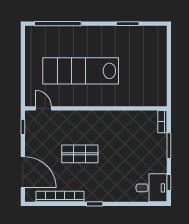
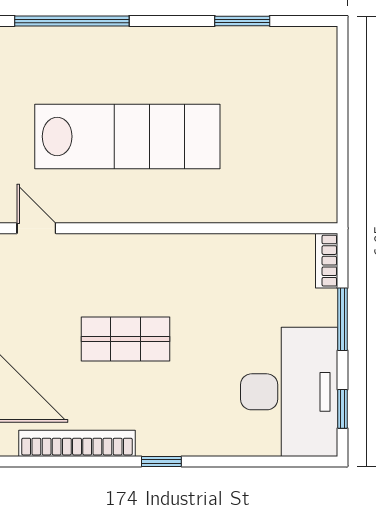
lab bench: (81, 71) -> (127, 136), turned 180
desk: (152, 188) -> (289, 392), width x1.87, depth x1.30

